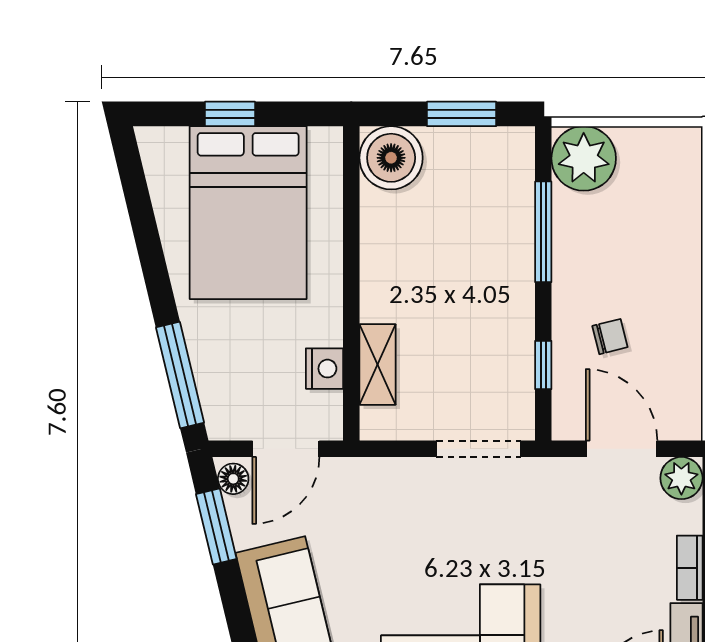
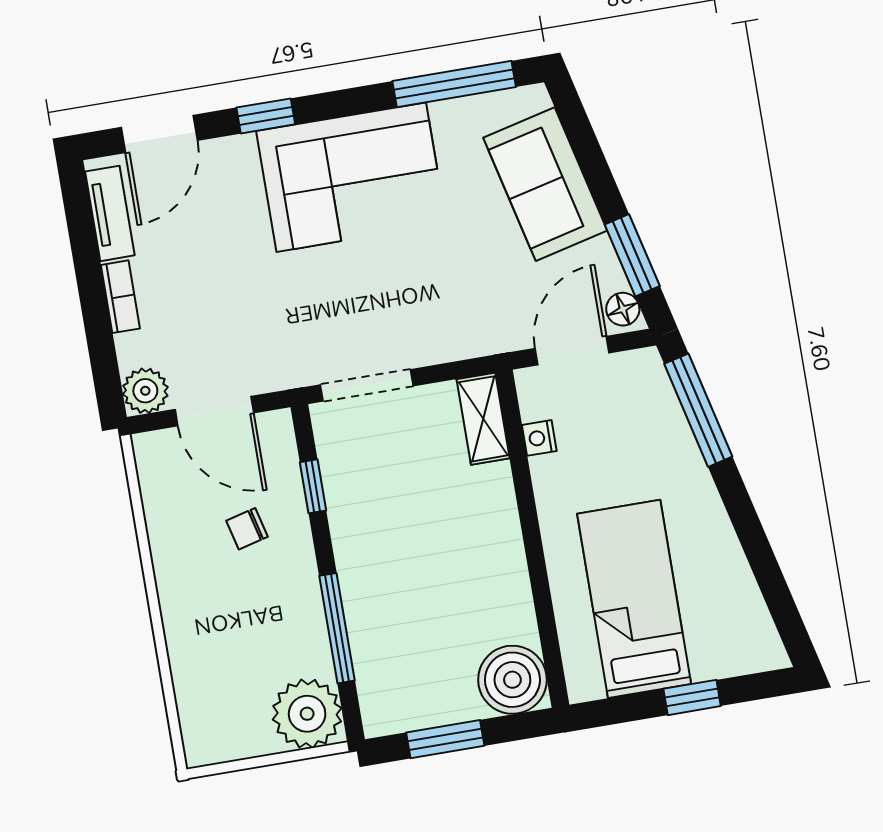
bed: (248, 213) -> (634, 599), width x0.67
shelving: (378, 365) -> (483, 419), moved
nightstand: (324, 369) -> (539, 438), width x0.72, depth x0.74

